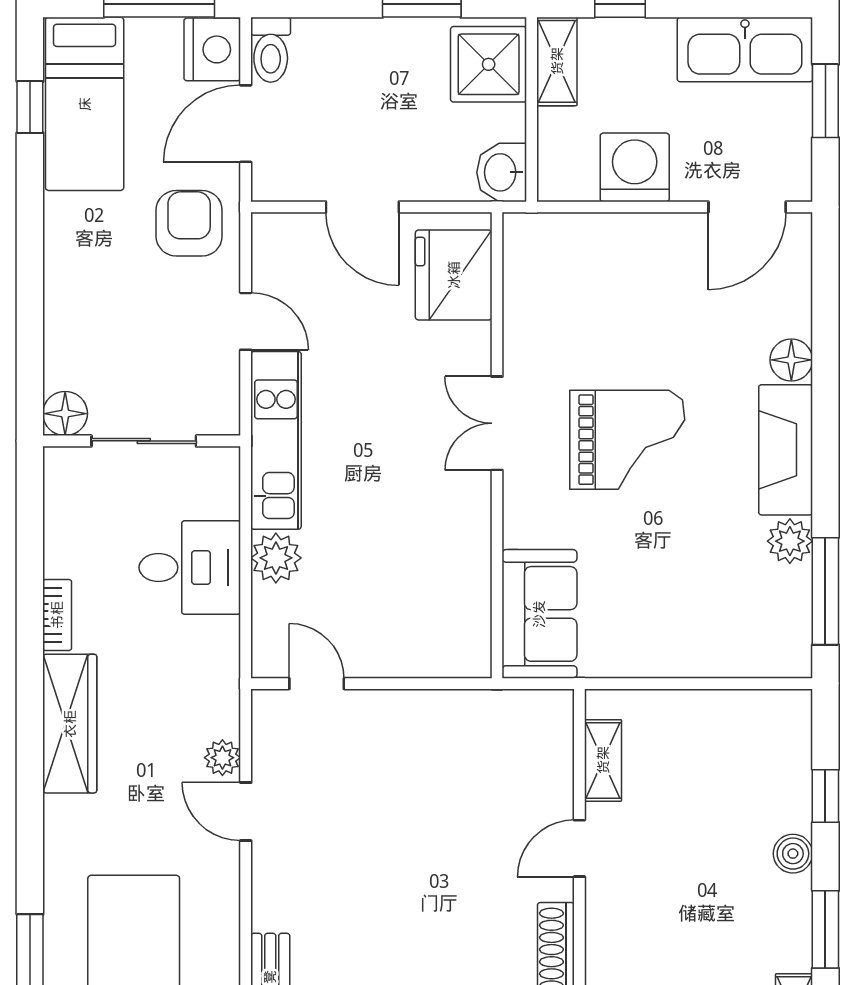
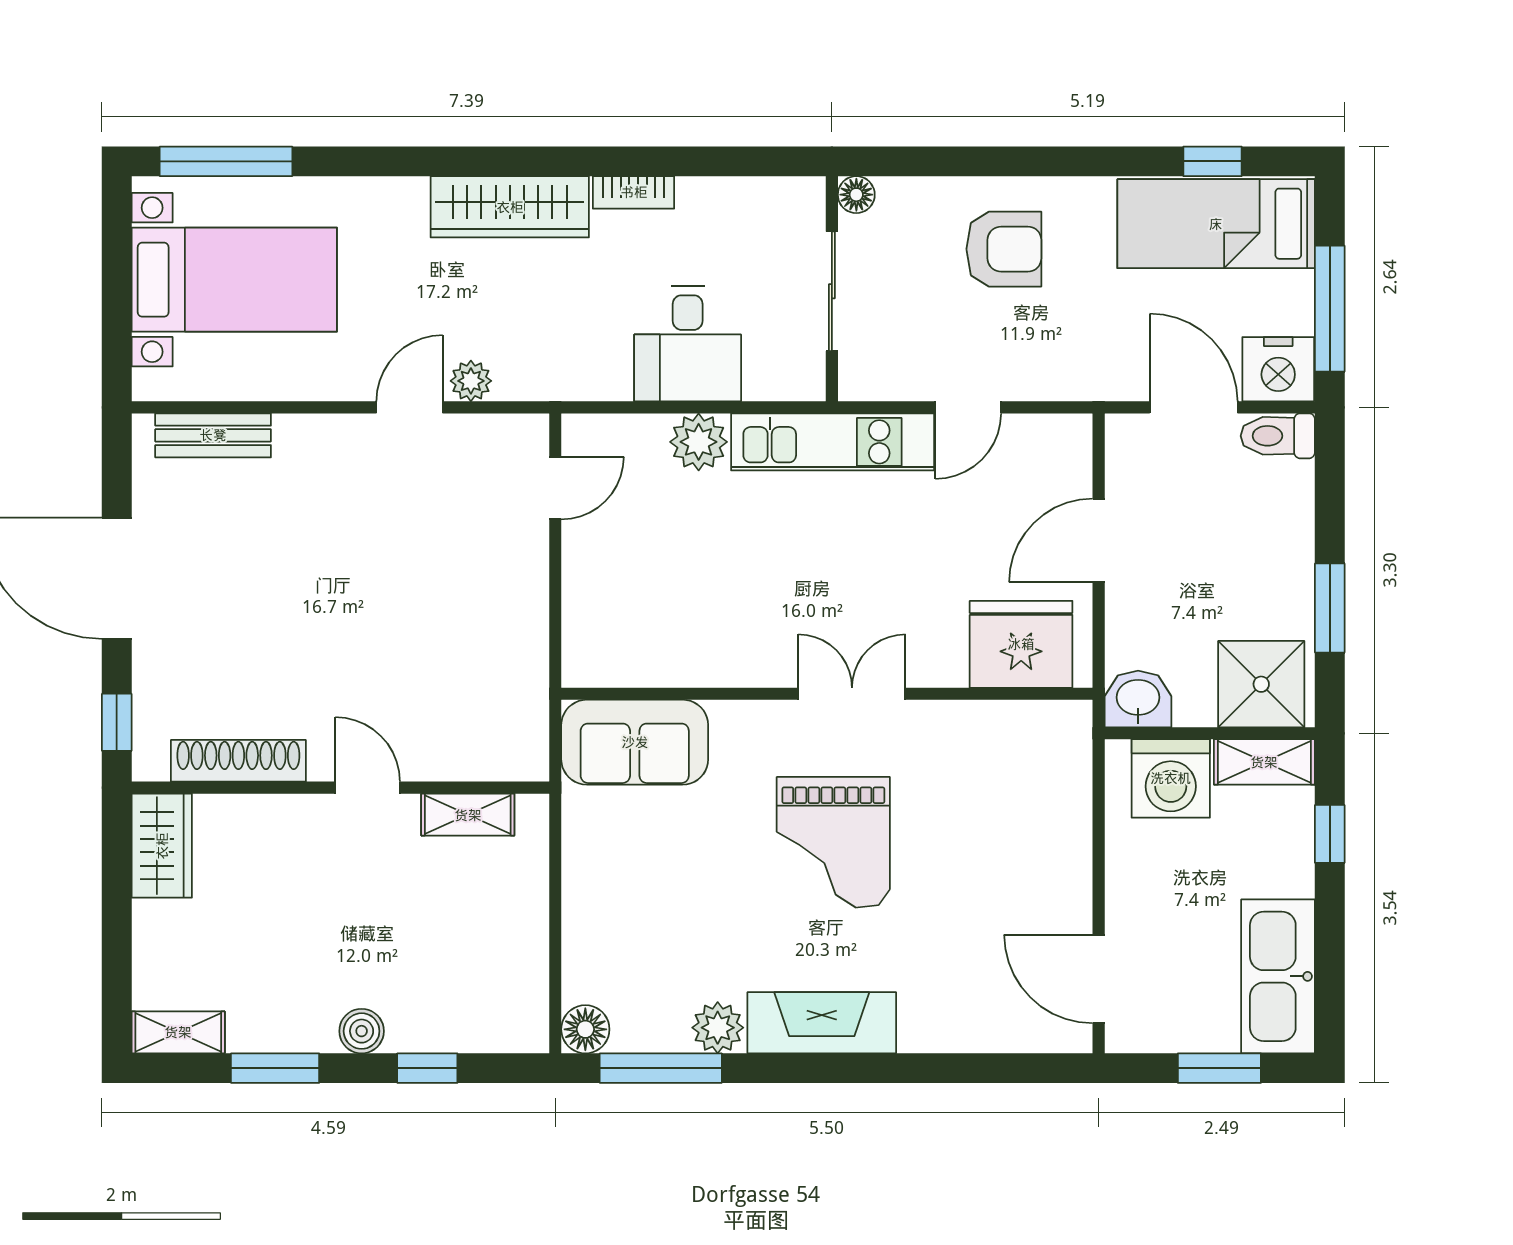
washing machine: (635, 167) -> (1171, 778), moved, turned 90
armchair: (189, 223) -> (1004, 249), moved
floor lamp: (791, 360) -> (585, 1029), moved
floor lamp: (65, 414) -> (856, 195), width x0.73, depth x0.73

